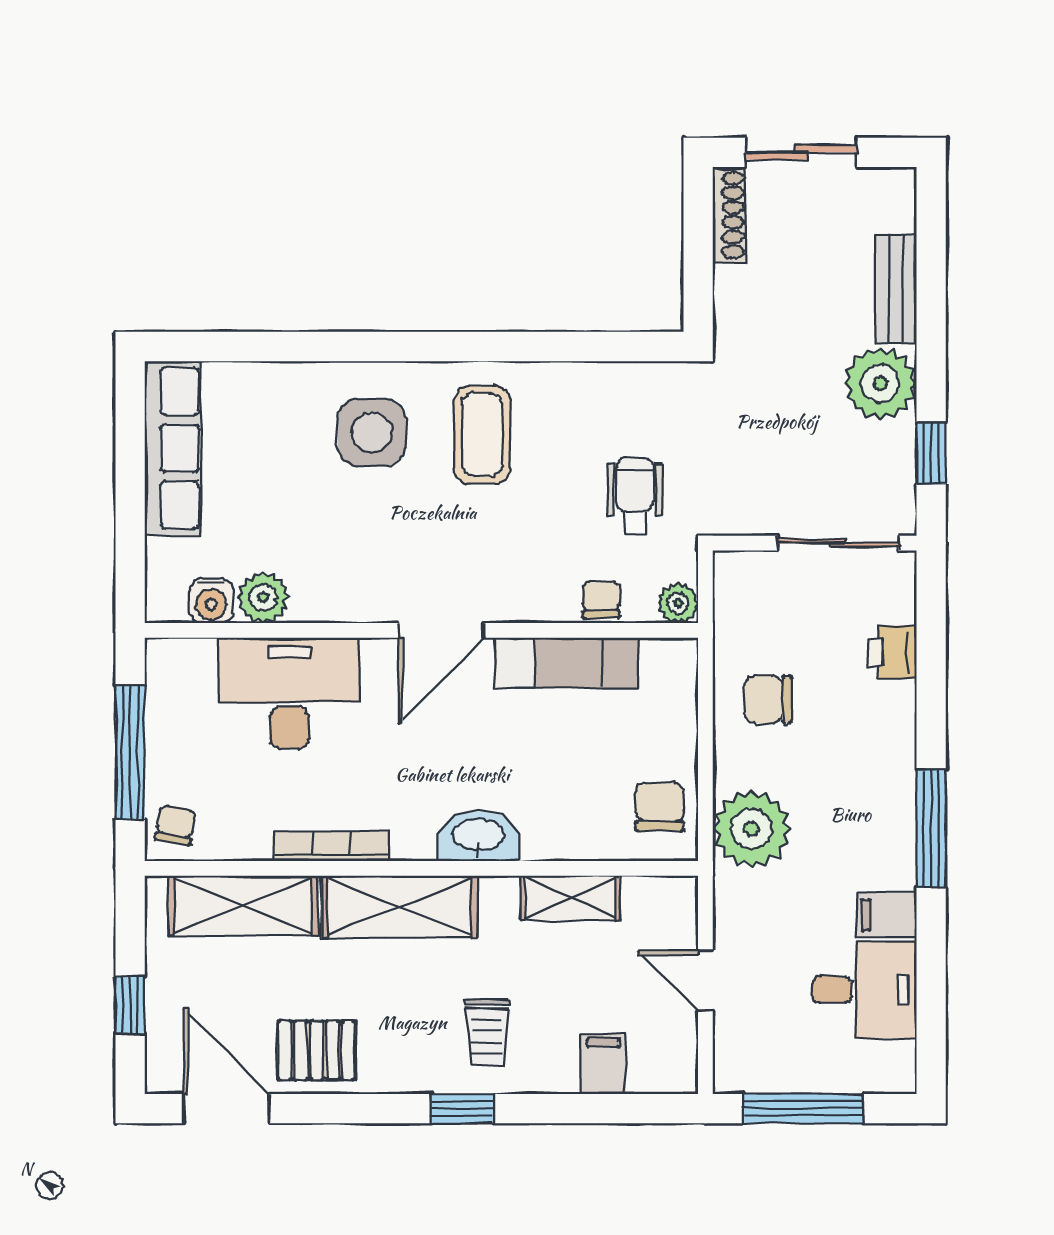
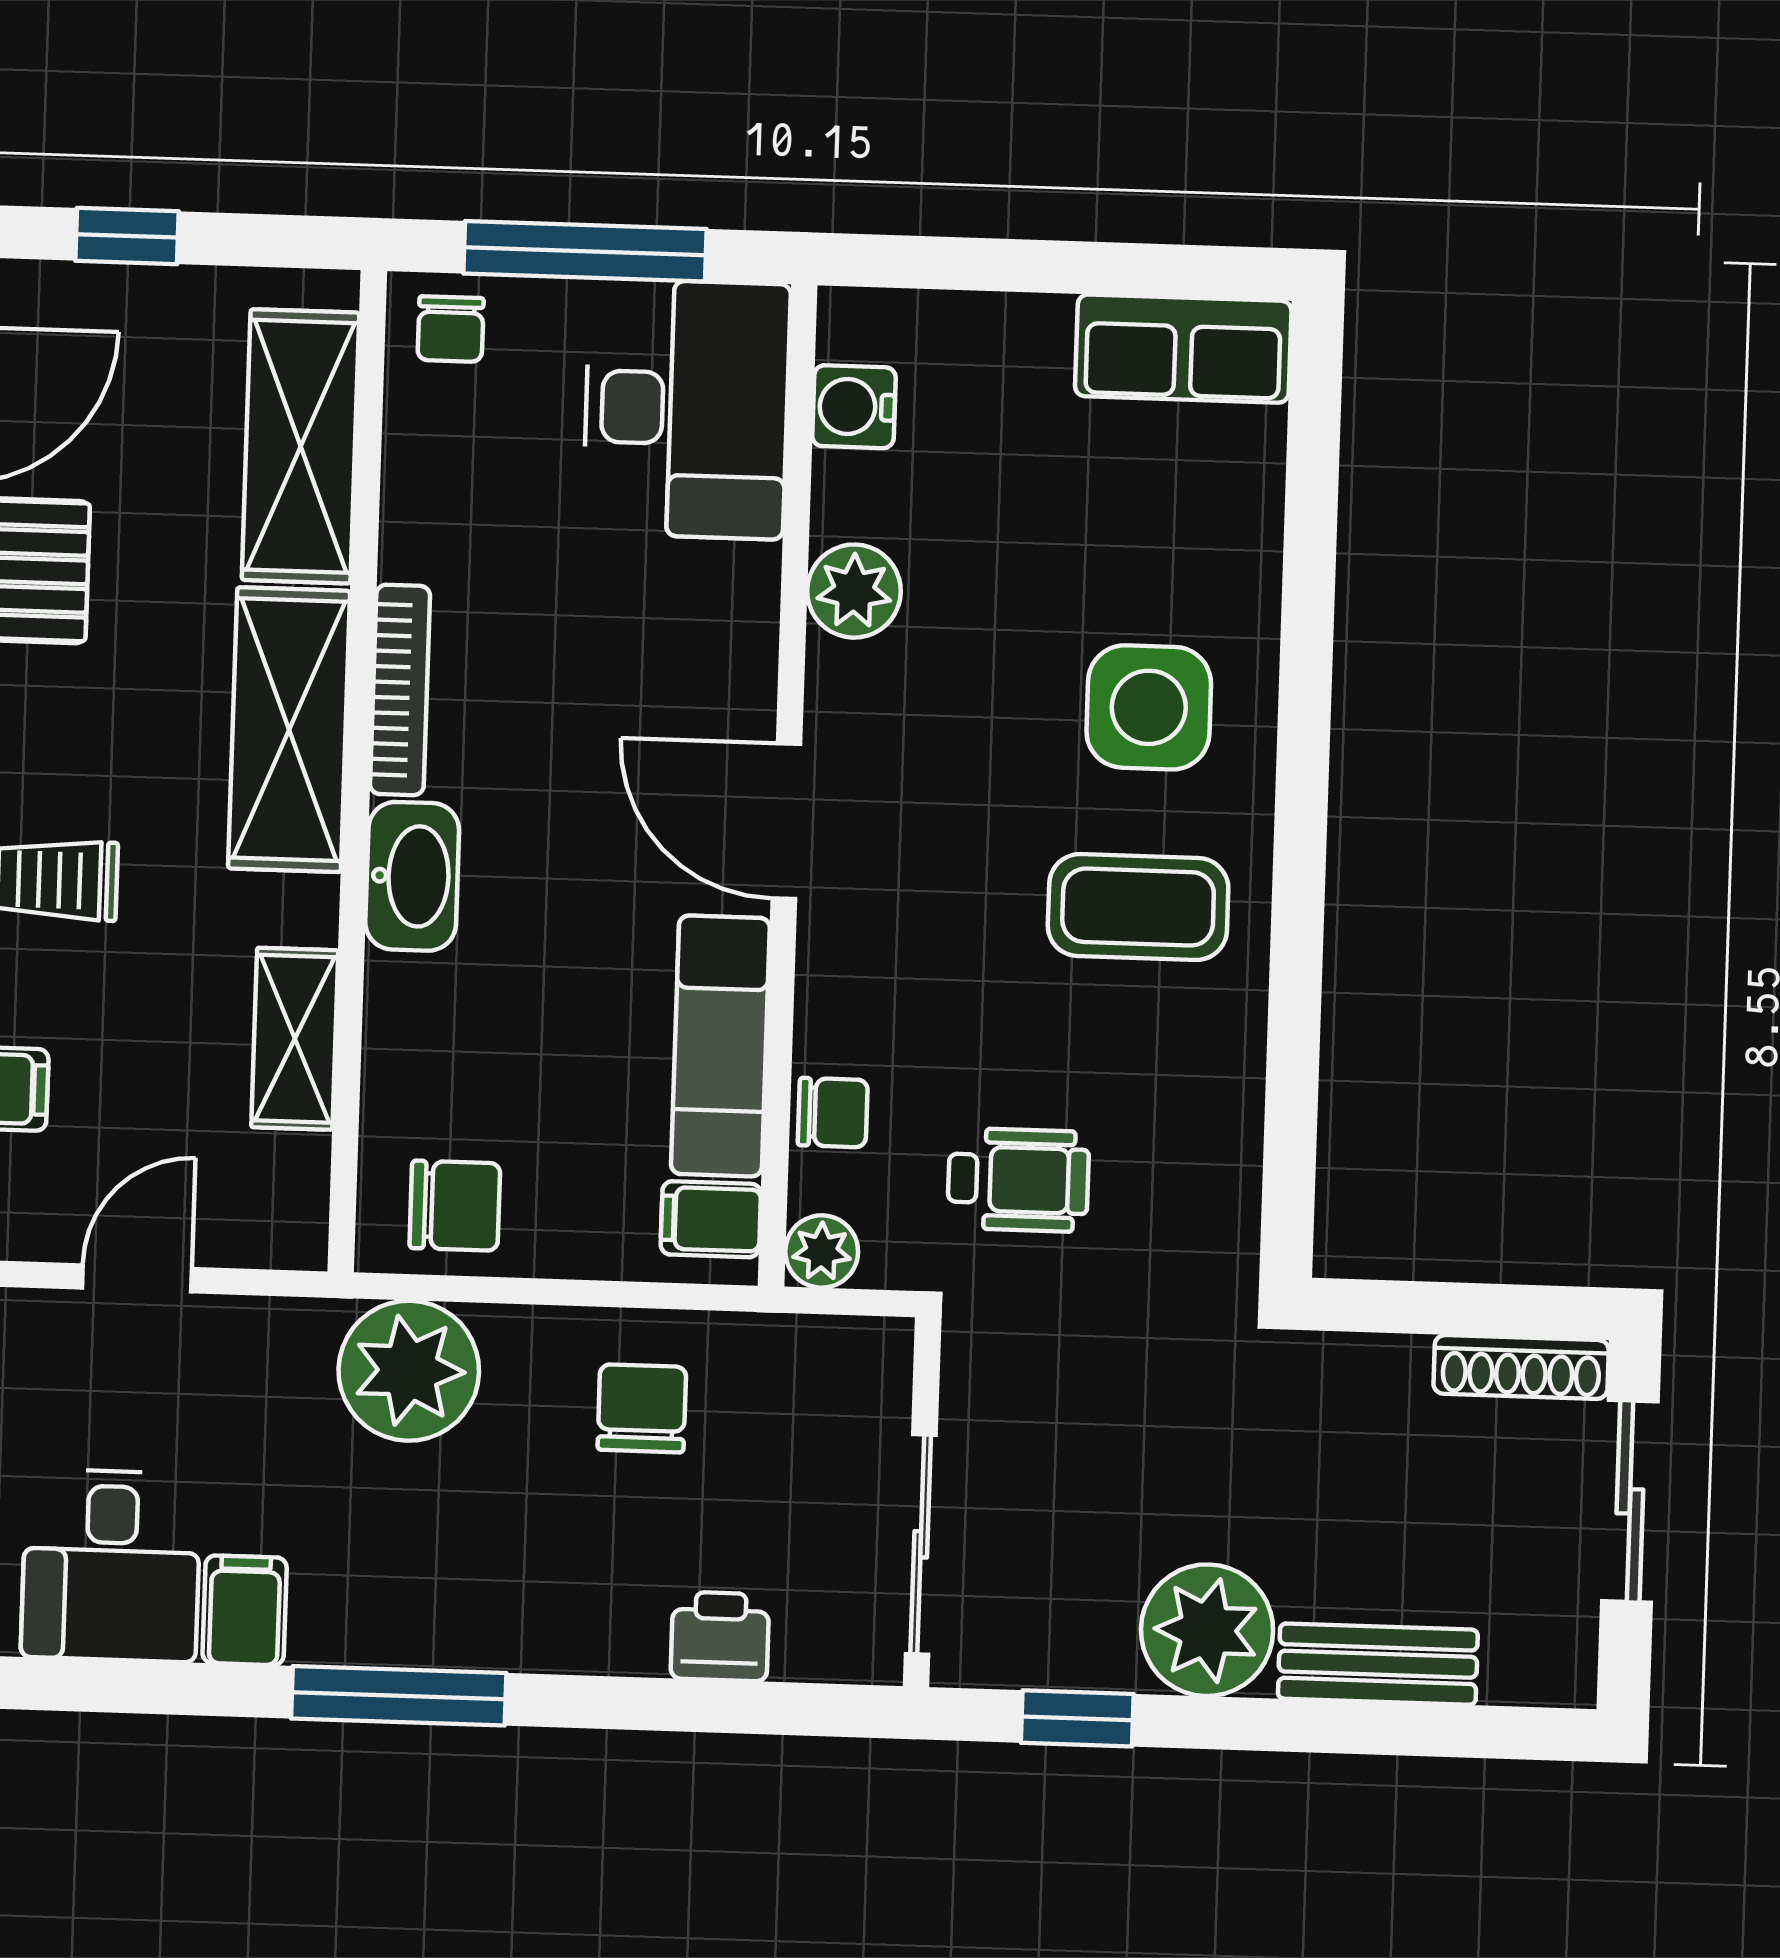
row of seats: (173, 448) -> (1183, 349), width x0.68
plant: (263, 597) -> (854, 591), moved
filing cabinet: (662, 665) -> (711, 1219), added
desk: (289, 693) -> (686, 409), moved
chair: (176, 825) -> (451, 329), turned 79
bookcase: (332, 846) -> (400, 690), moved

